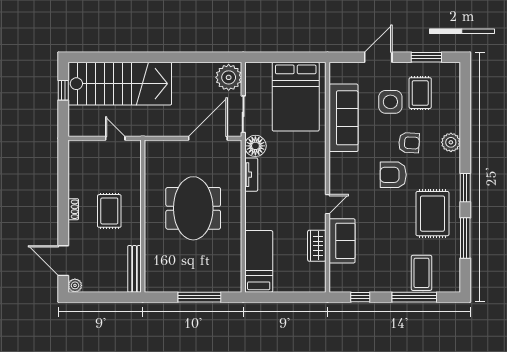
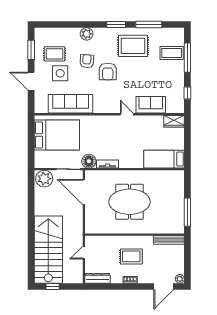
dresser: (76, 159) -> (98, 278), added
wardrobe: (317, 246) -> (174, 121), moved
window: (199, 297) -> (187, 212), moved

